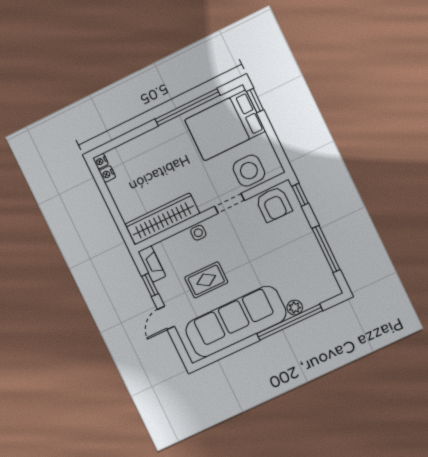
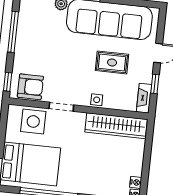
armchair: (274, 204) -> (30, 87), turned 90

